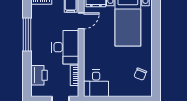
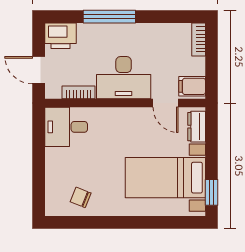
window: (27, 34) -> (109, 17), moved
printer: (39, 75) -> (60, 36), moved

